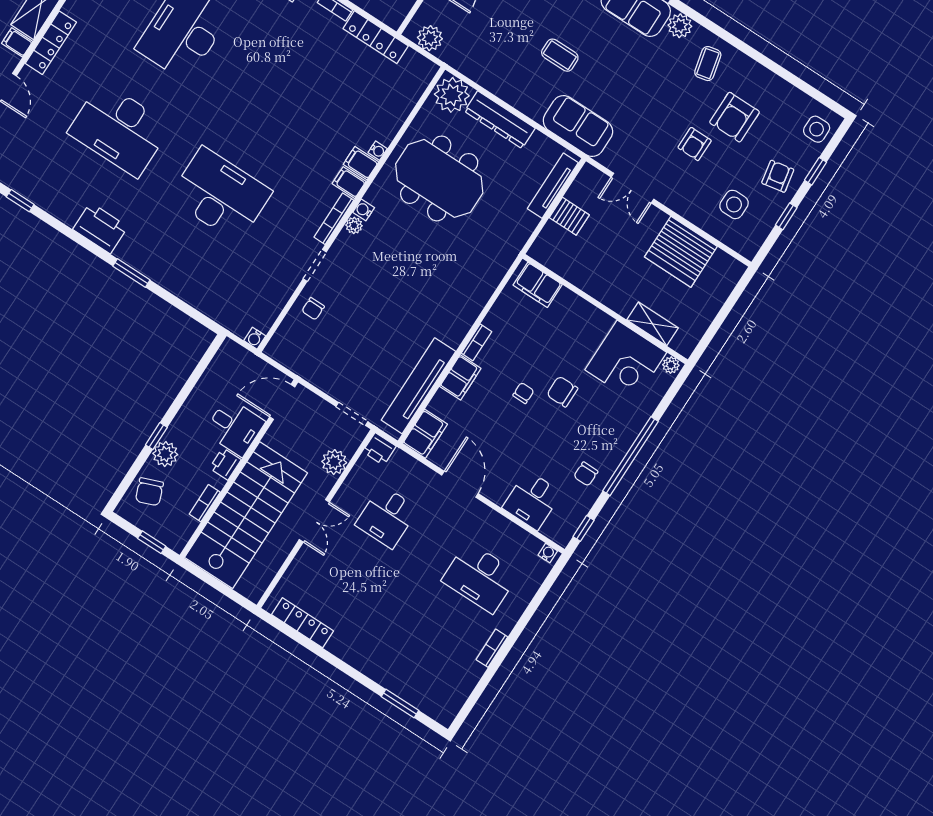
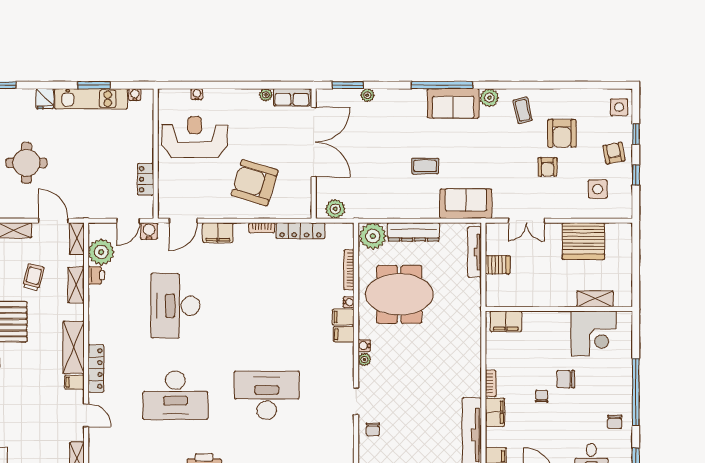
bookcase: (334, 219) -> (349, 270), moved
plant: (671, 365) -> (624, 317), removed

